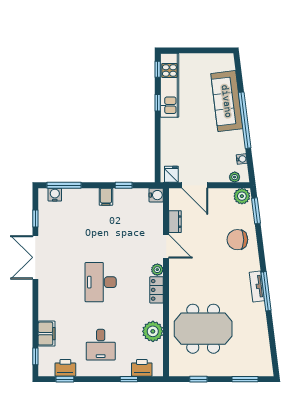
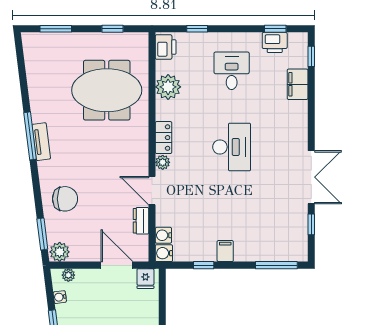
water cooler: (55, 195) -> (163, 235), moved, turned 90
printer: (142, 368) -> (166, 47), moved, turned -90

